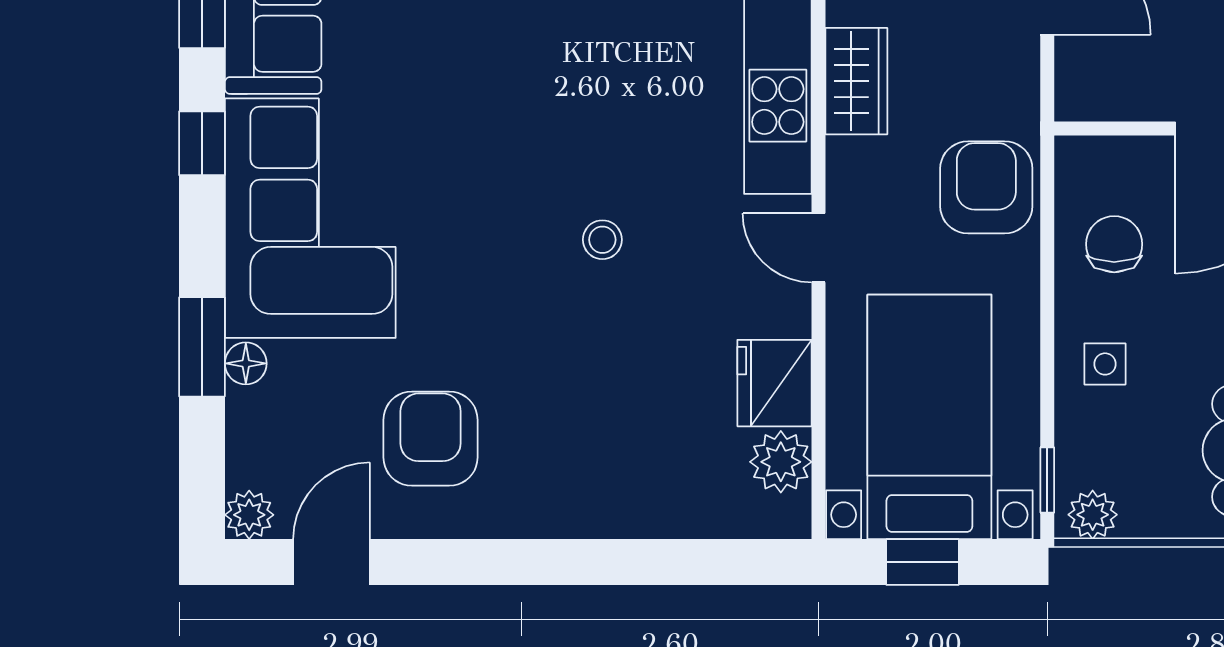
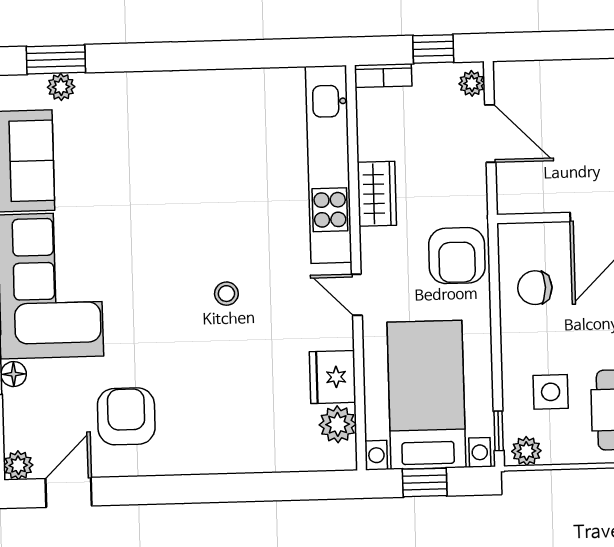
armchair: (986, 187) -> (457, 256), turned 180
chair: (1114, 244) -> (535, 288), turned -90
side table: (1105, 364) -> (551, 392), moved, width x1.37, depth x1.37

